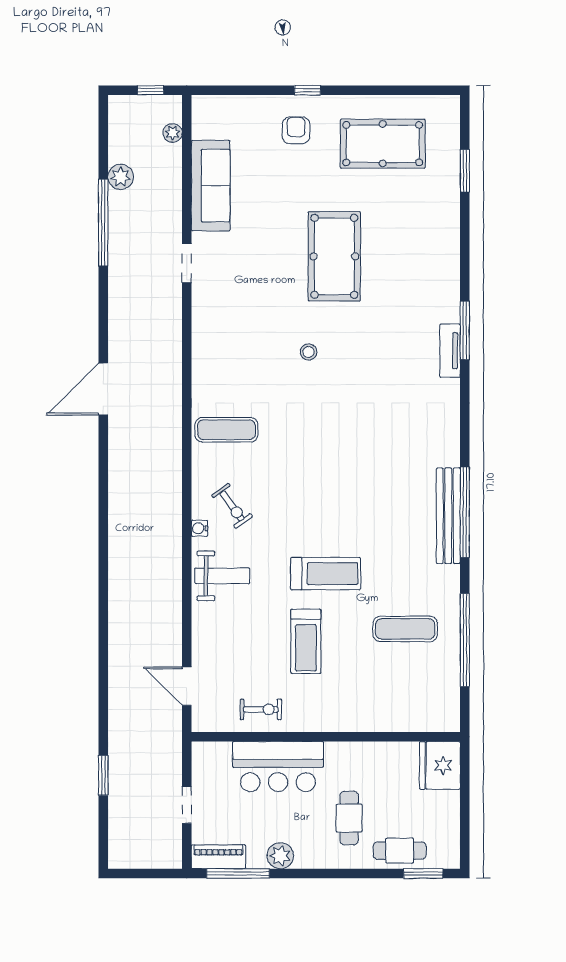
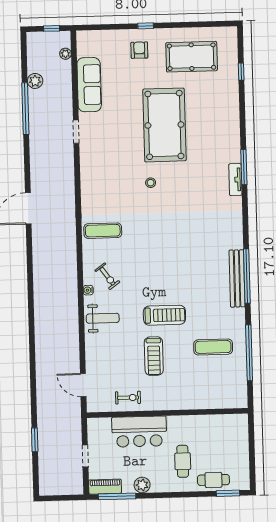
window: (465, 171) -> (241, 72), width x0.67
pool table: (334, 256) -> (164, 125), width x1.36, depth x1.32
fridge: (440, 765) -> (236, 428), removed

